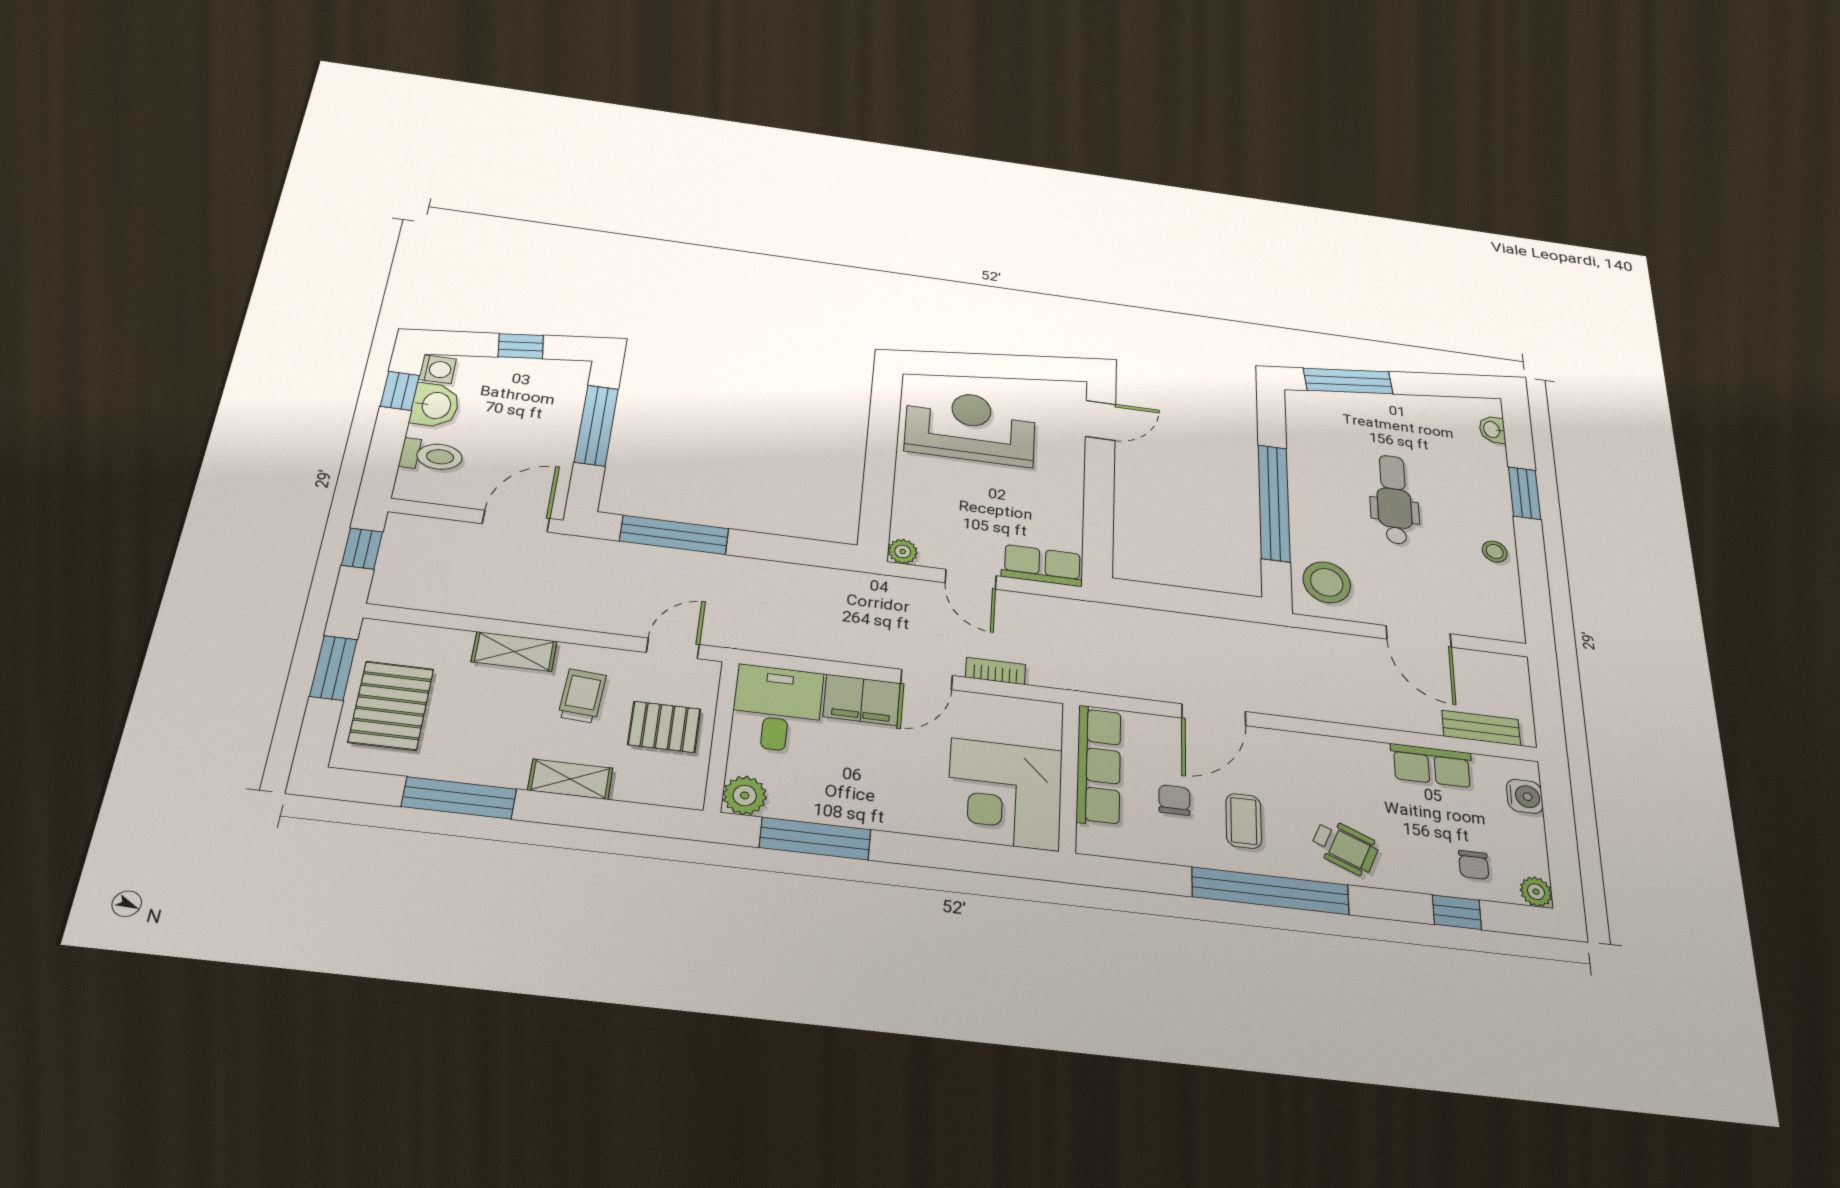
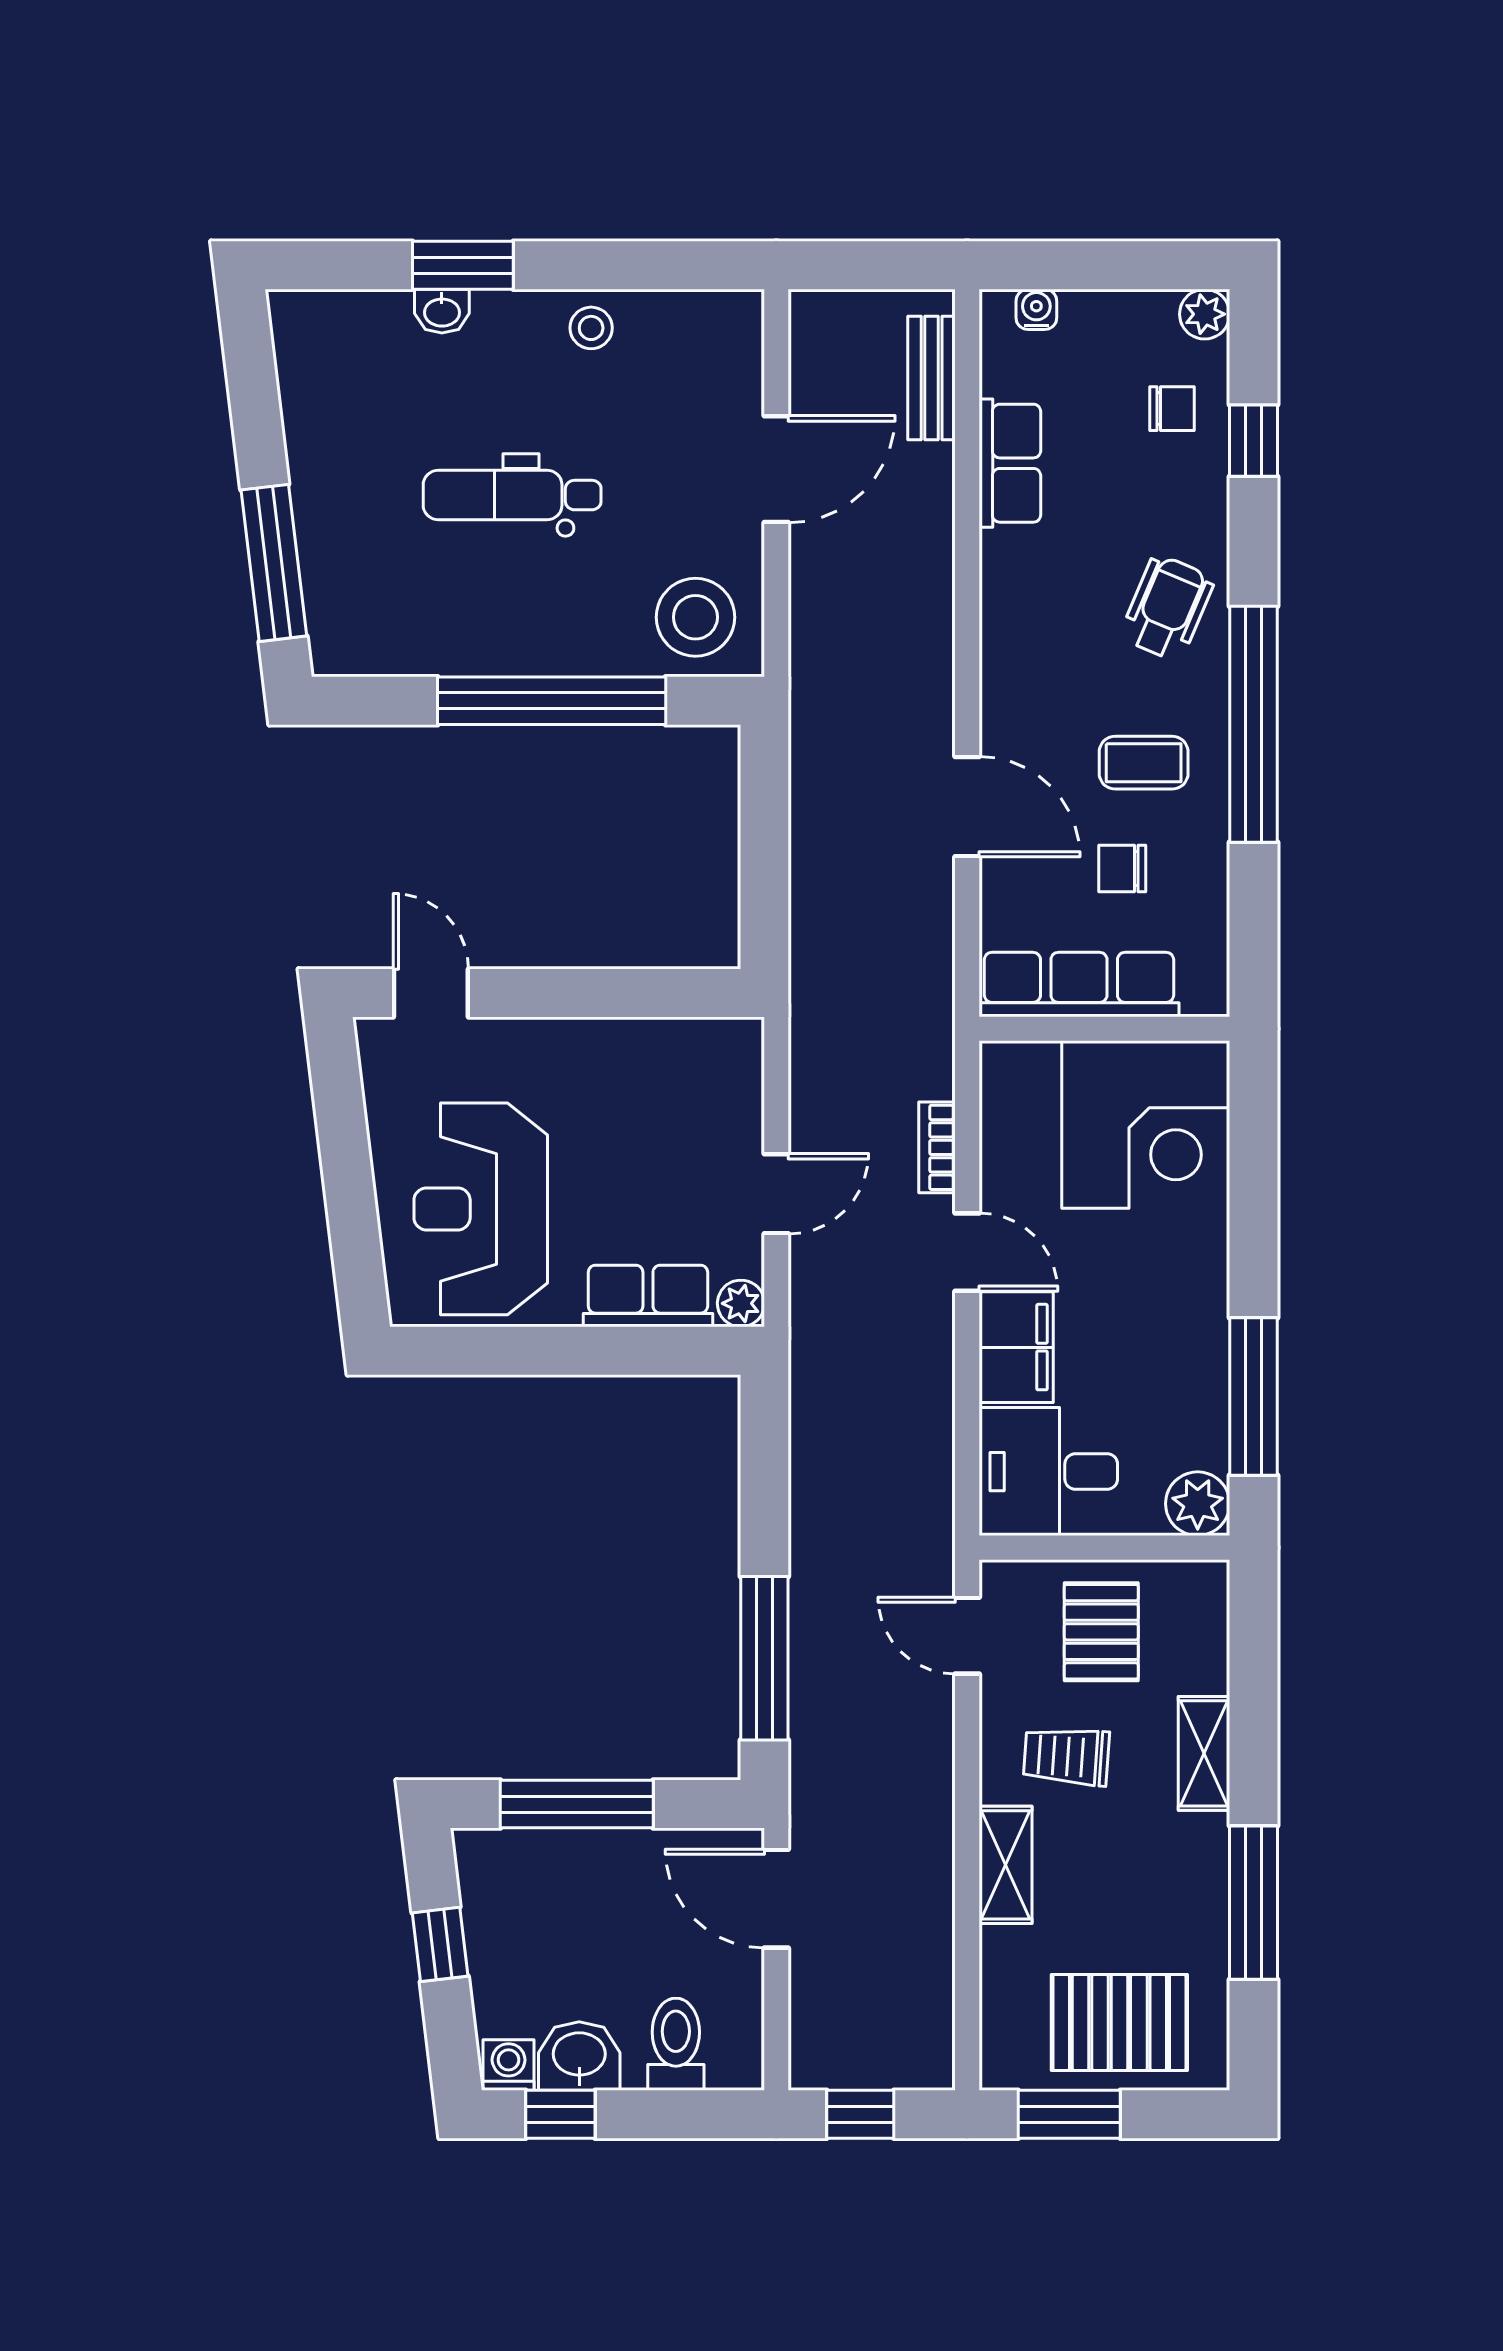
washbasin: (1492, 430) -> (442, 311), moved
row of seats: (1042, 565) -> (648, 1296), moved, turned 90
water cooler: (1525, 796) -> (1036, 309), width x0.72, depth x0.72

